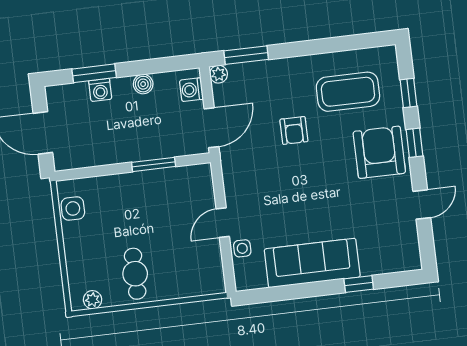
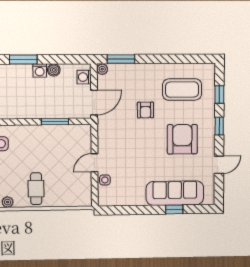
washing machine: (100, 90) -> (40, 71), moved
armchair: (379, 152) -> (182, 139), moved
sofa: (312, 263) -> (175, 193), moved

